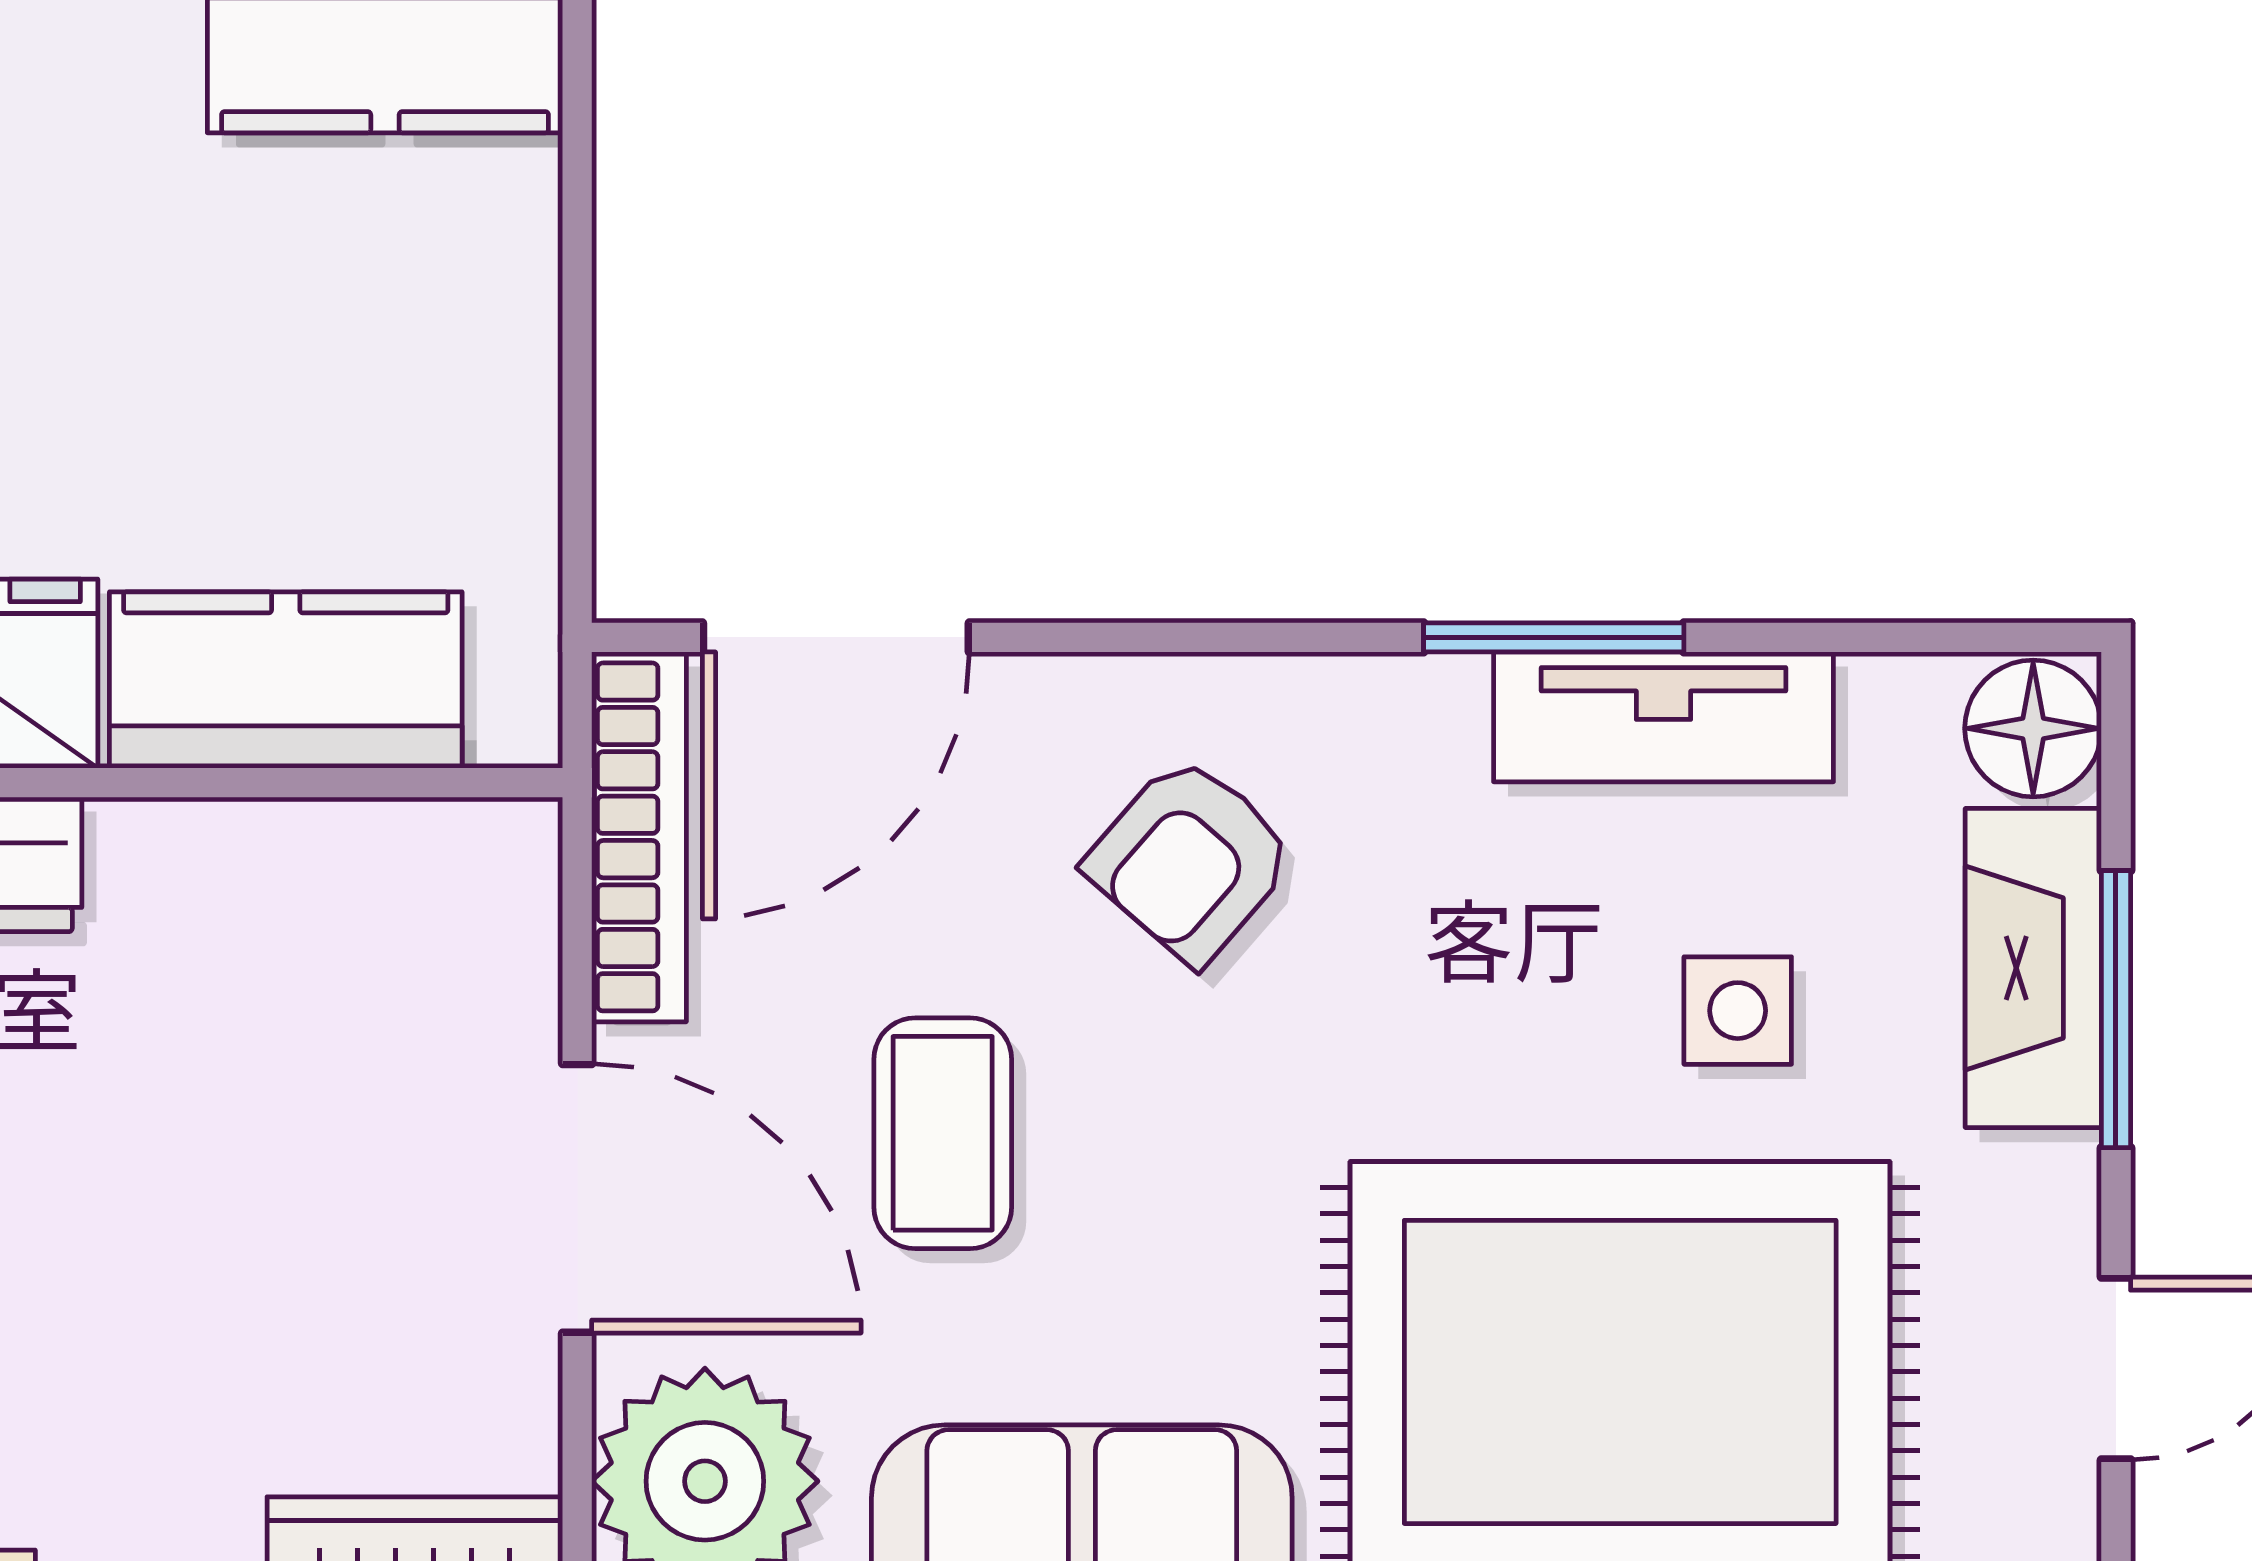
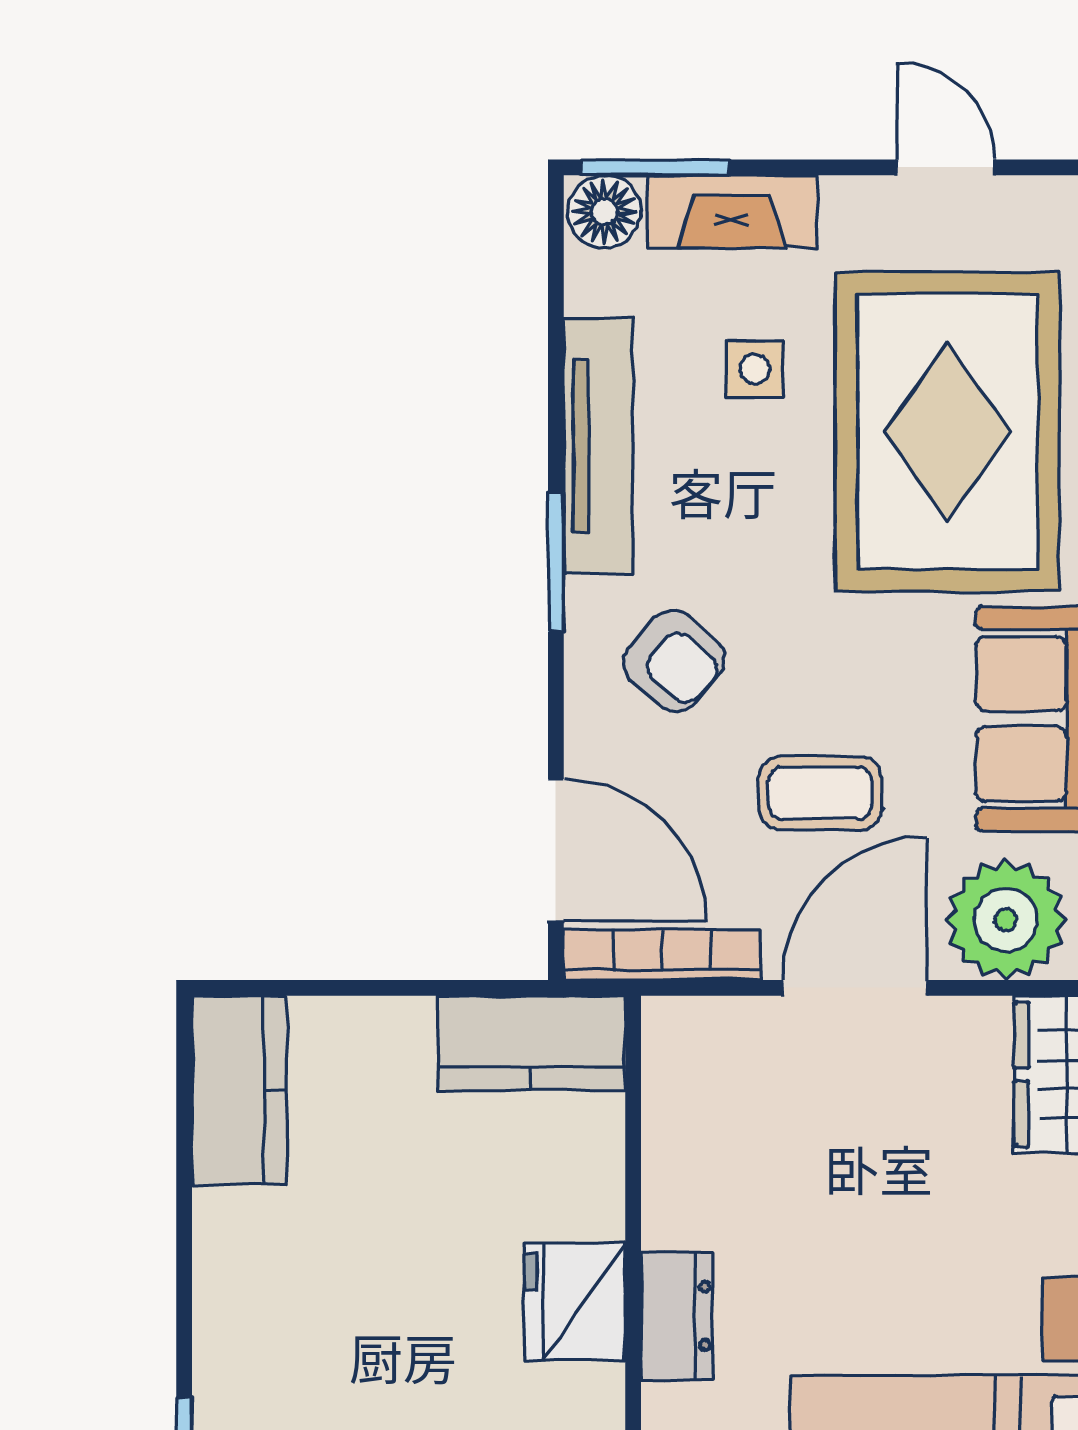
window: (1554, 637) -> (556, 562), moved
kitchen counter: (286, 680) -> (531, 1043), moved, turned -90
tv unit: (1663, 717) -> (598, 446), width x1.41
window: (2116, 1009) -> (655, 167), moved

